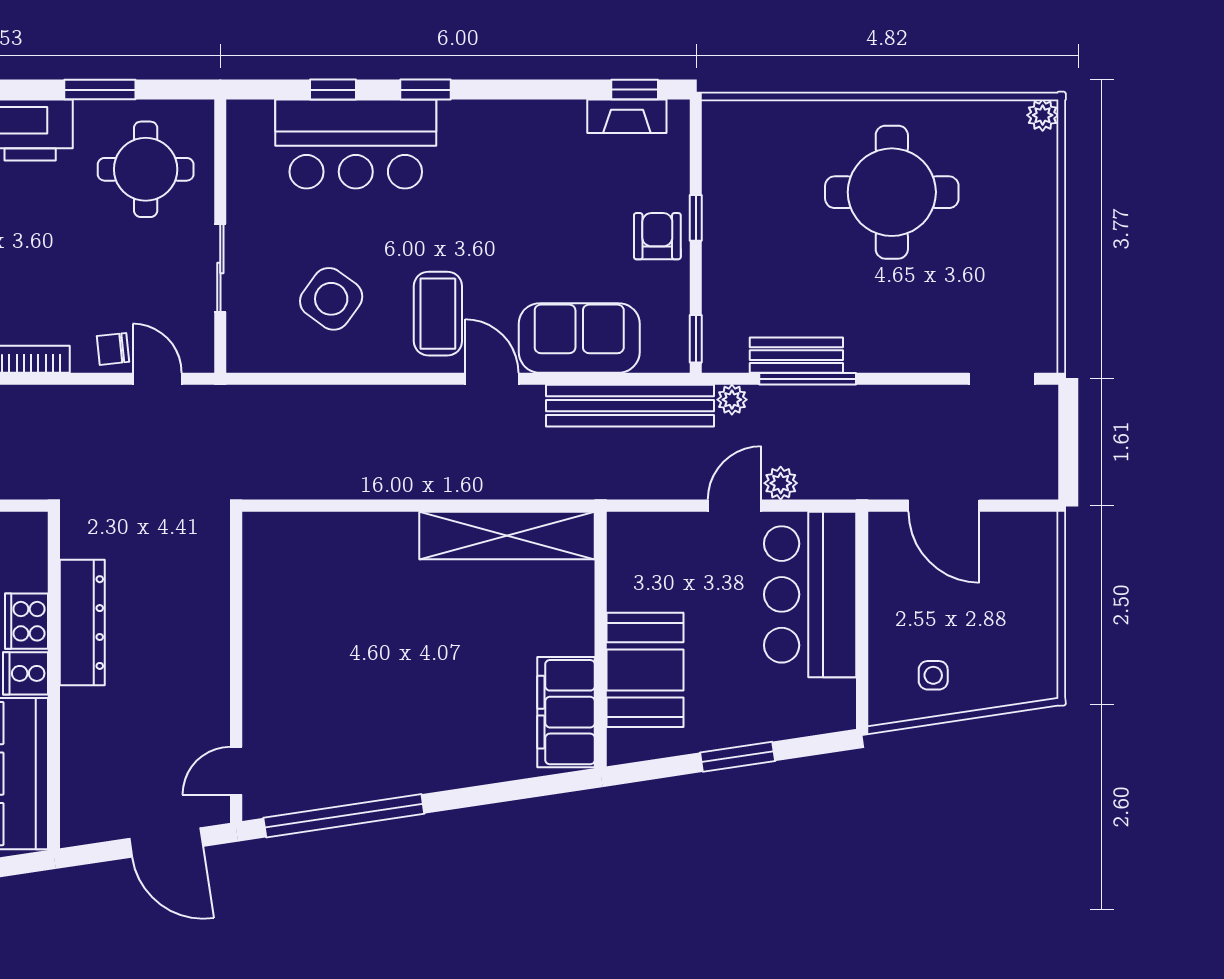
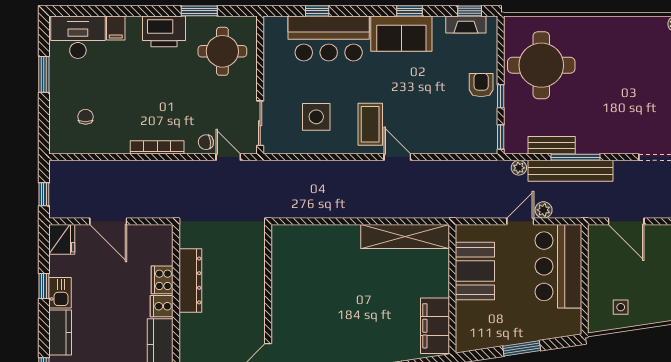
window: (426, 90) -> (410, 11), moved
round table: (892, 192) -> (541, 65), moved
window: (696, 218) -> (501, 96), moved
sliding door: (220, 268) -> (260, 123), moved
side table: (331, 299) -> (316, 117), turned -36
sofa: (579, 338) -> (401, 34), moved, turned 180
window: (808, 379) -> (575, 157), moved
bench: (630, 406) -> (570, 171), moved
booth: (645, 670) -> (475, 271), moved

